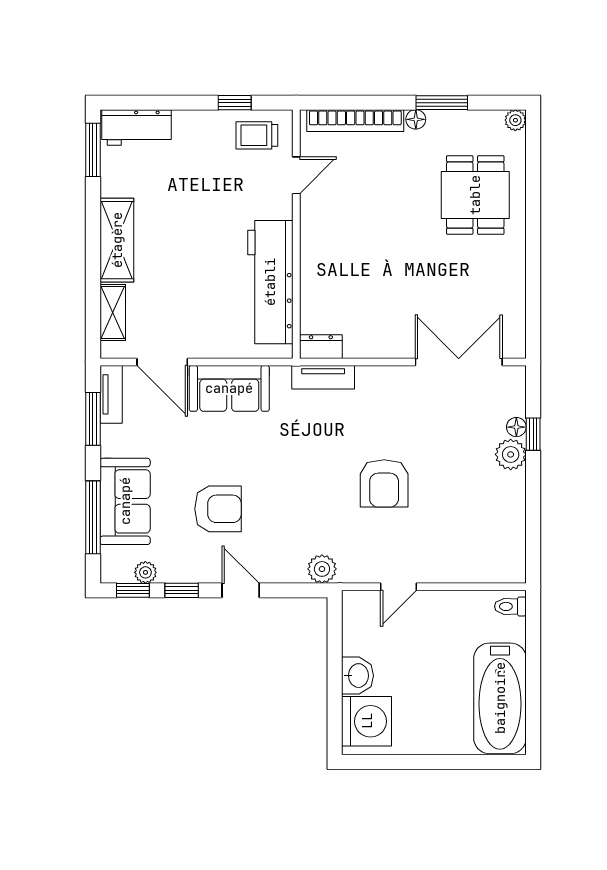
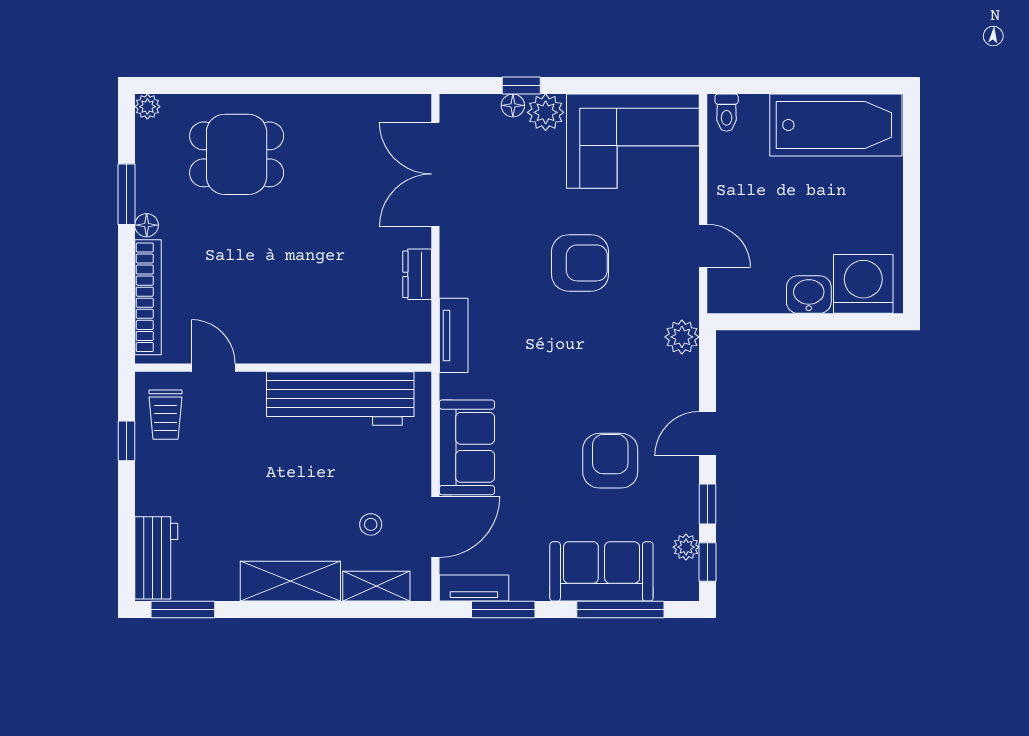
stool: (164, 308) -> (371, 524), added
dresser: (321, 347) -> (417, 274), moved
corner sofa: (486, 528) -> (633, 141), added

